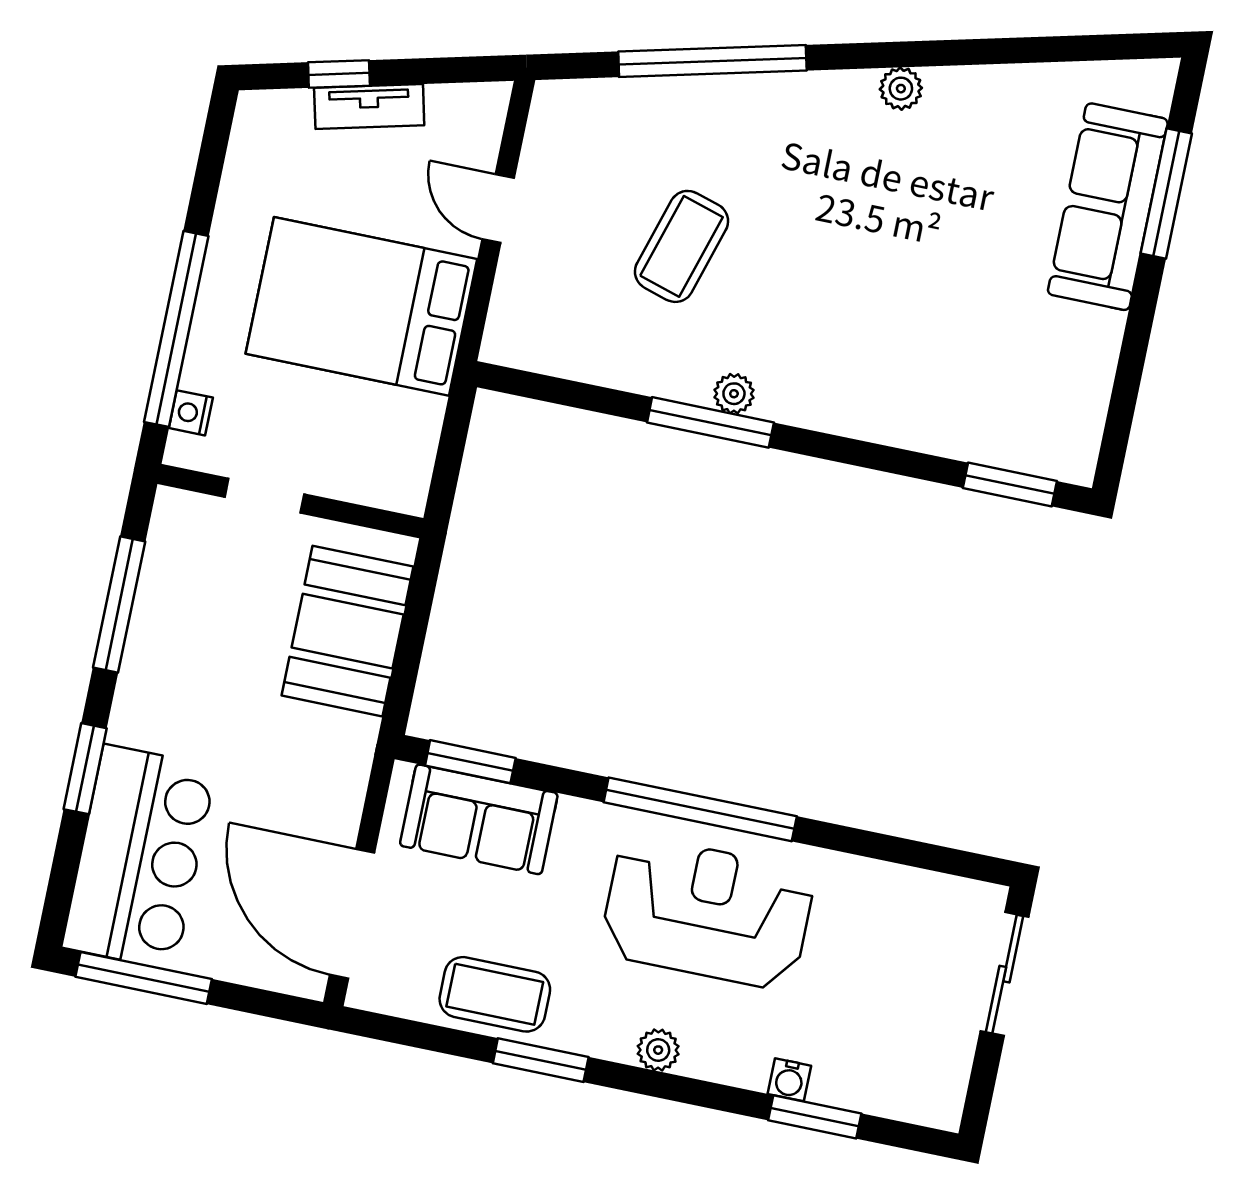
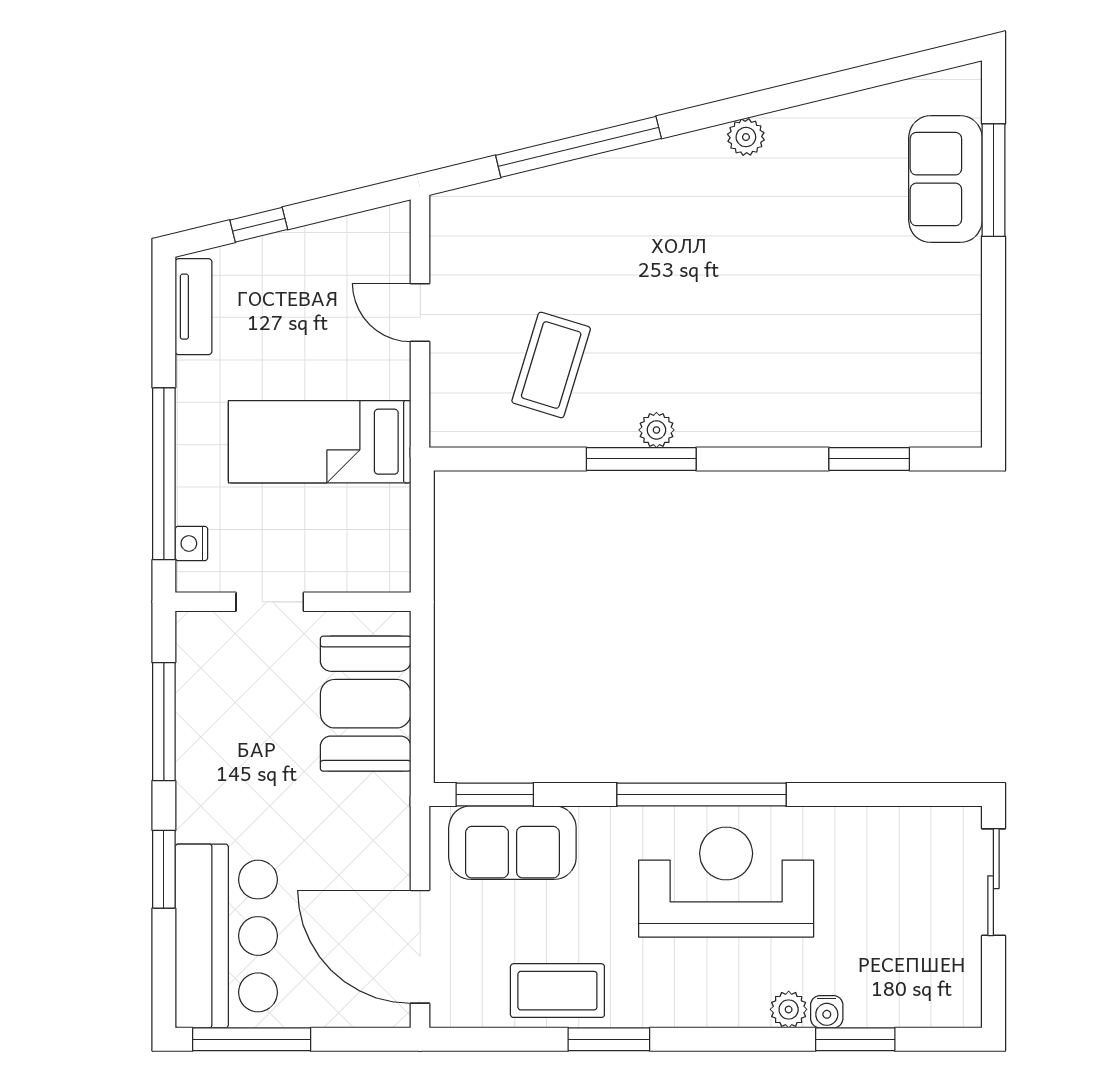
tv unit: (369, 107) -> (194, 307), moved, turned -76
sofa: (1108, 207) -> (945, 179), width x0.73
coffee table: (682, 246) -> (551, 365), moved
bed: (361, 306) -> (320, 442), width x0.67
window: (1010, 484) -> (869, 459), moved
plant: (658, 1050) -> (789, 1009), moved

